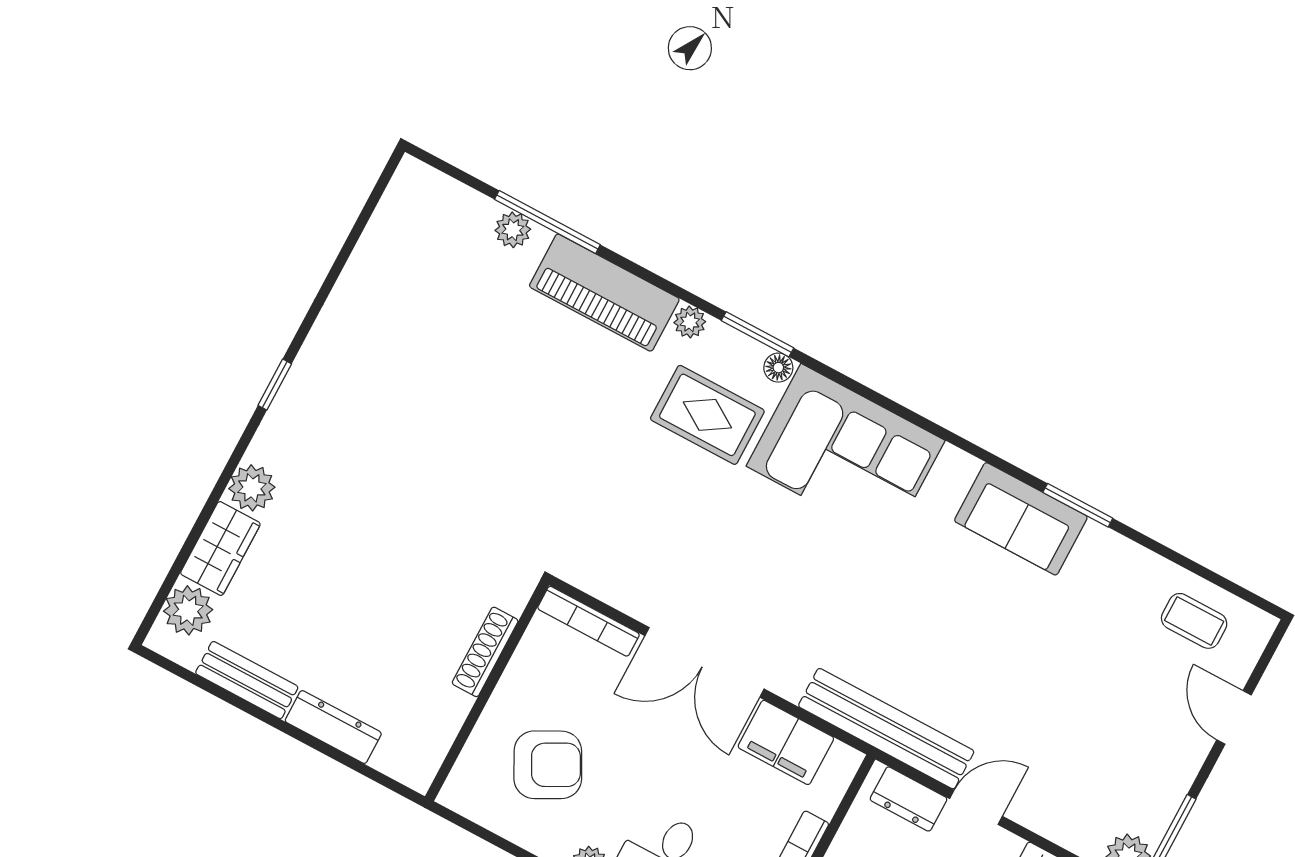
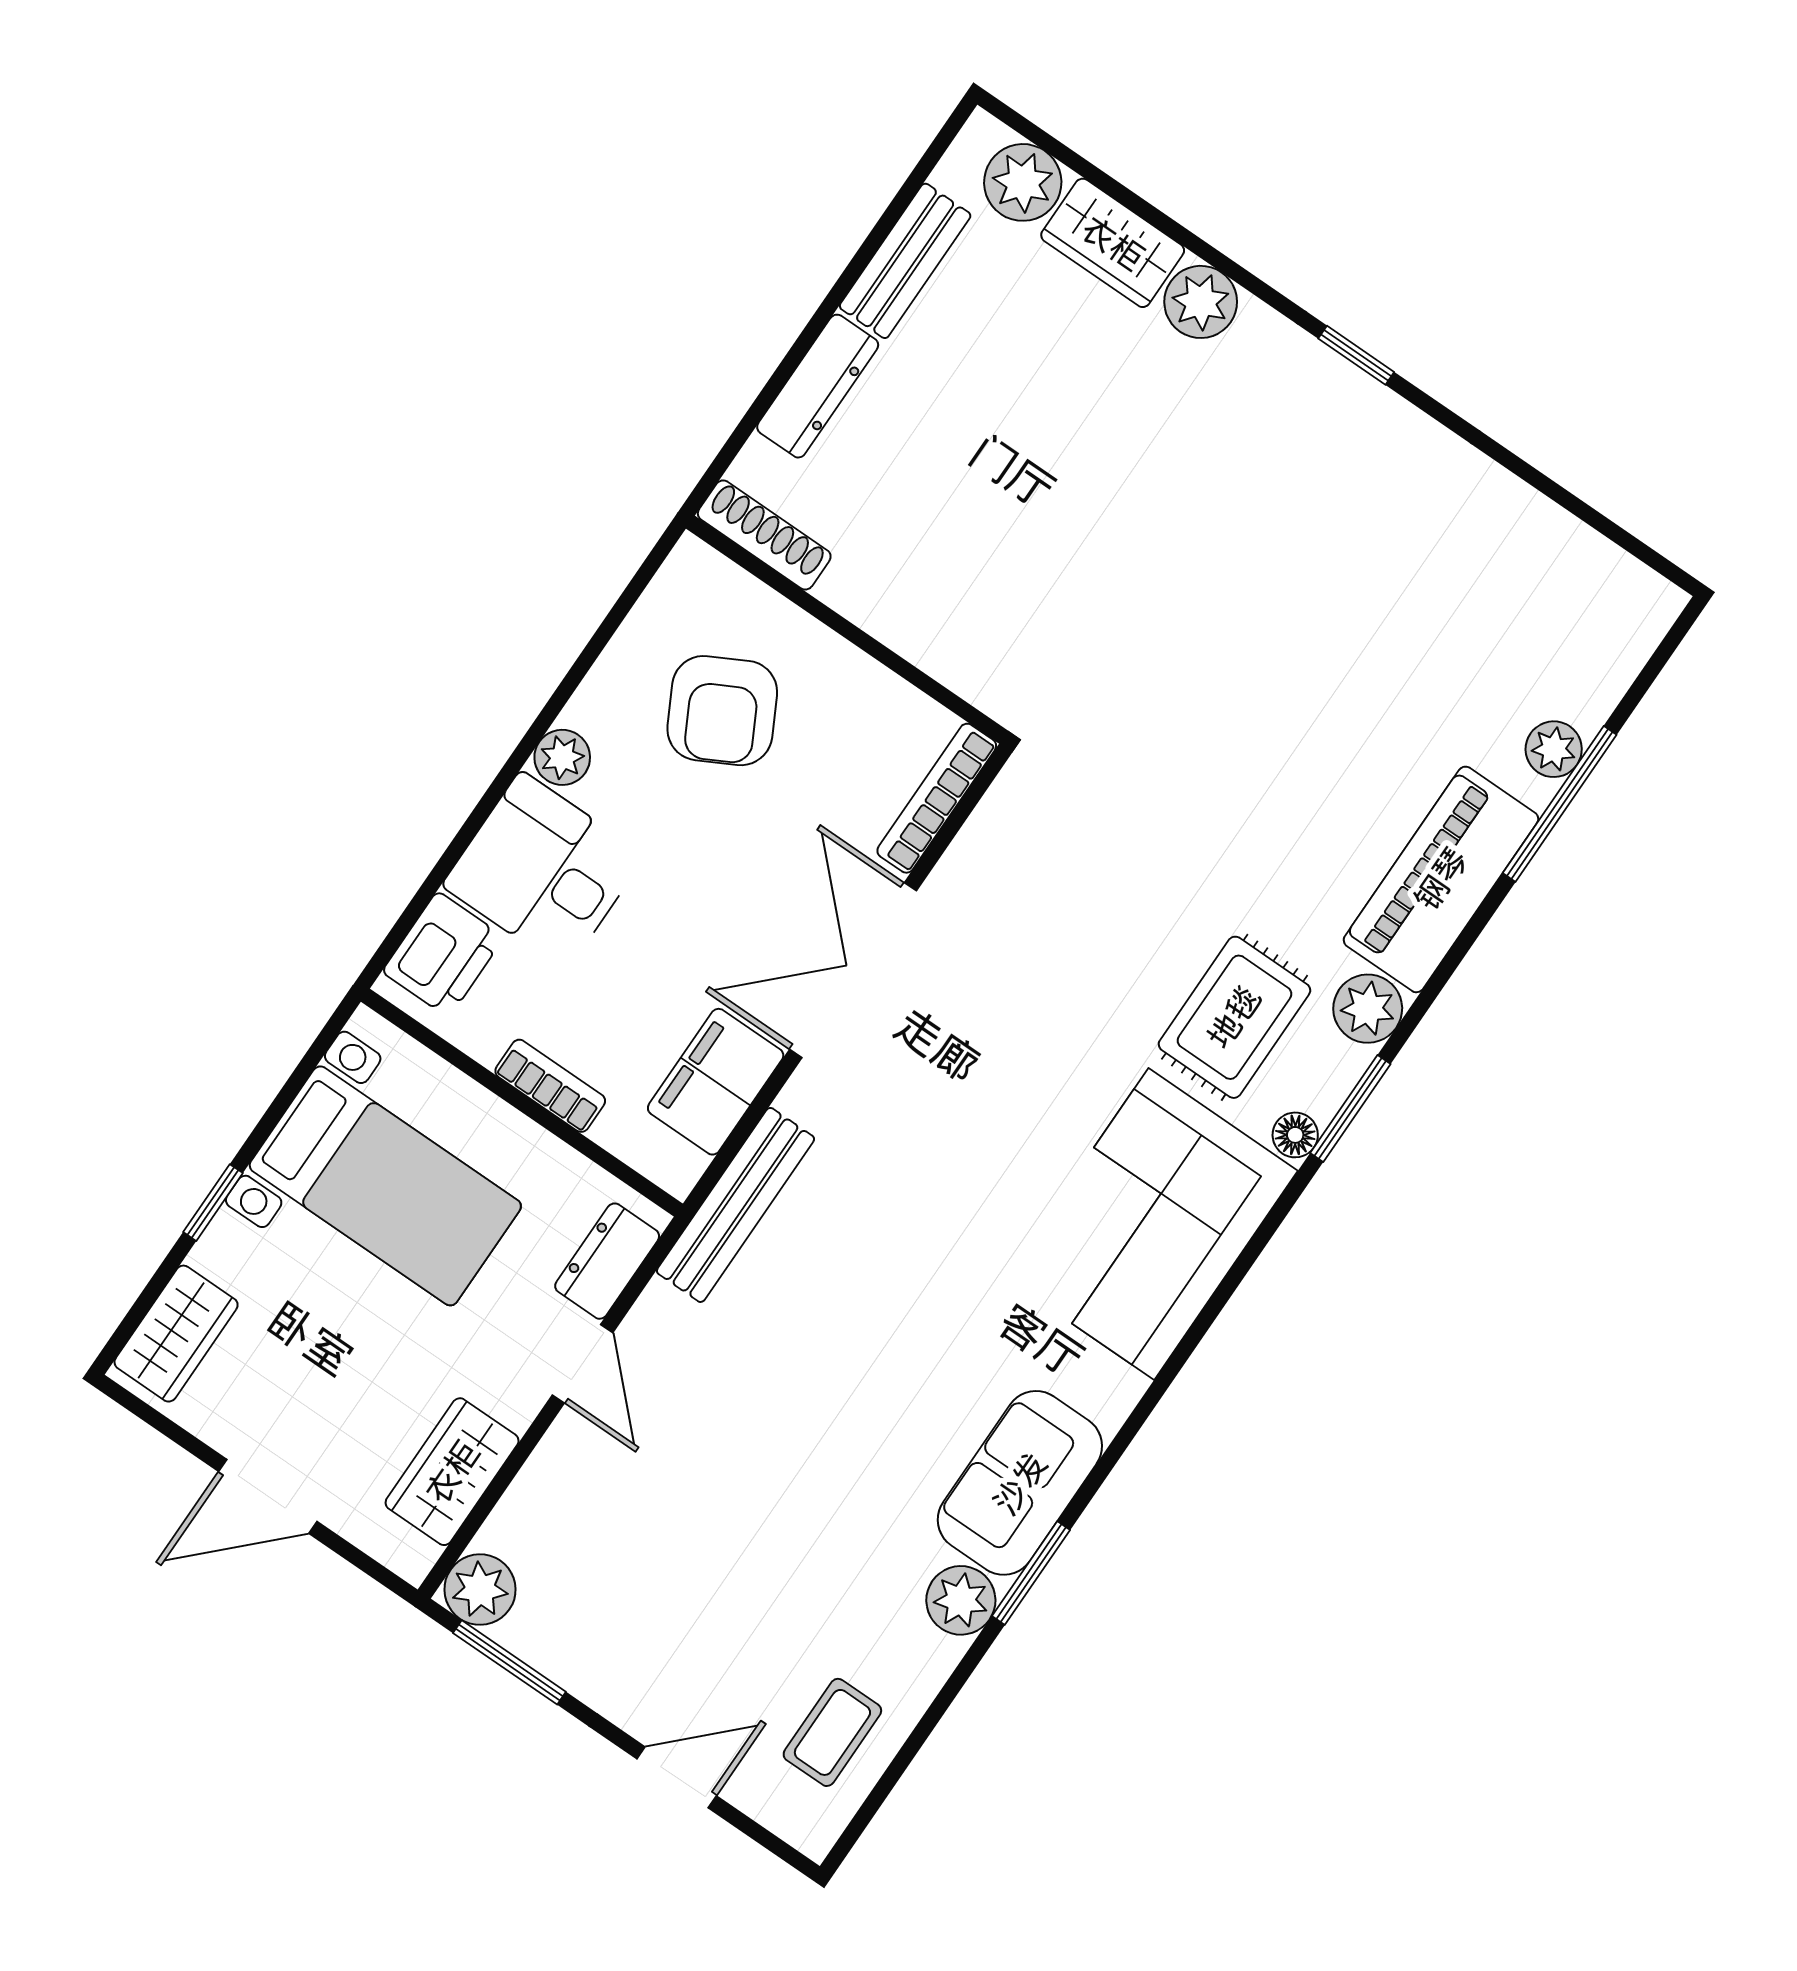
plant: (690, 322) -> (1368, 1009), width x1.38, depth x1.38
plant: (1100, 548) -> (961, 1600), added
shoe rack: (485, 652) -> (764, 535), moved
bench: (886, 729) -> (735, 1205), width x0.73, depth x0.82

